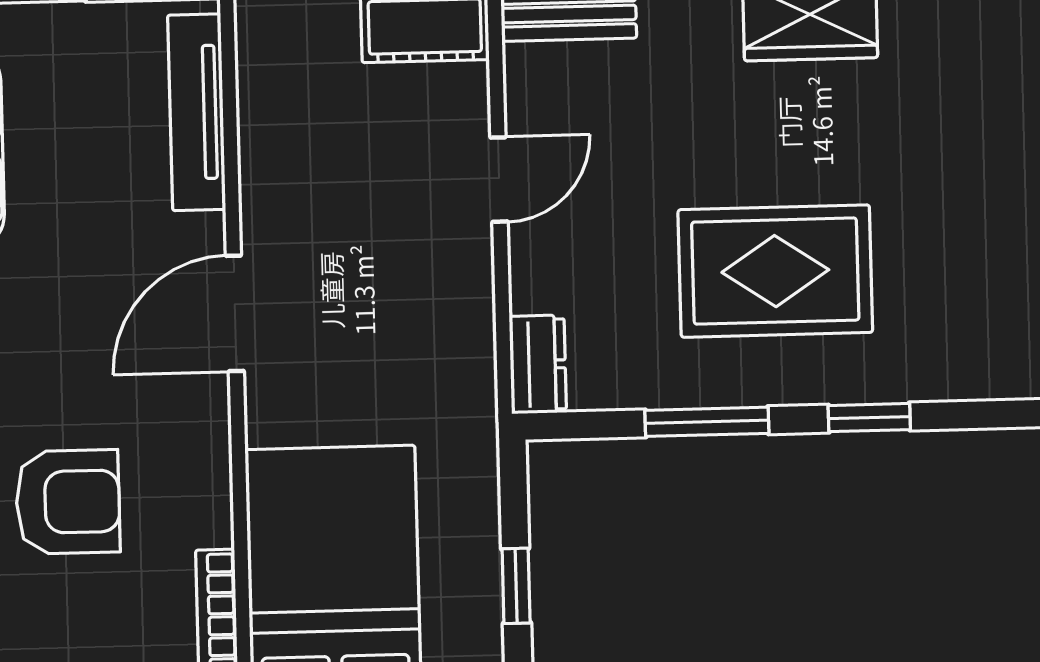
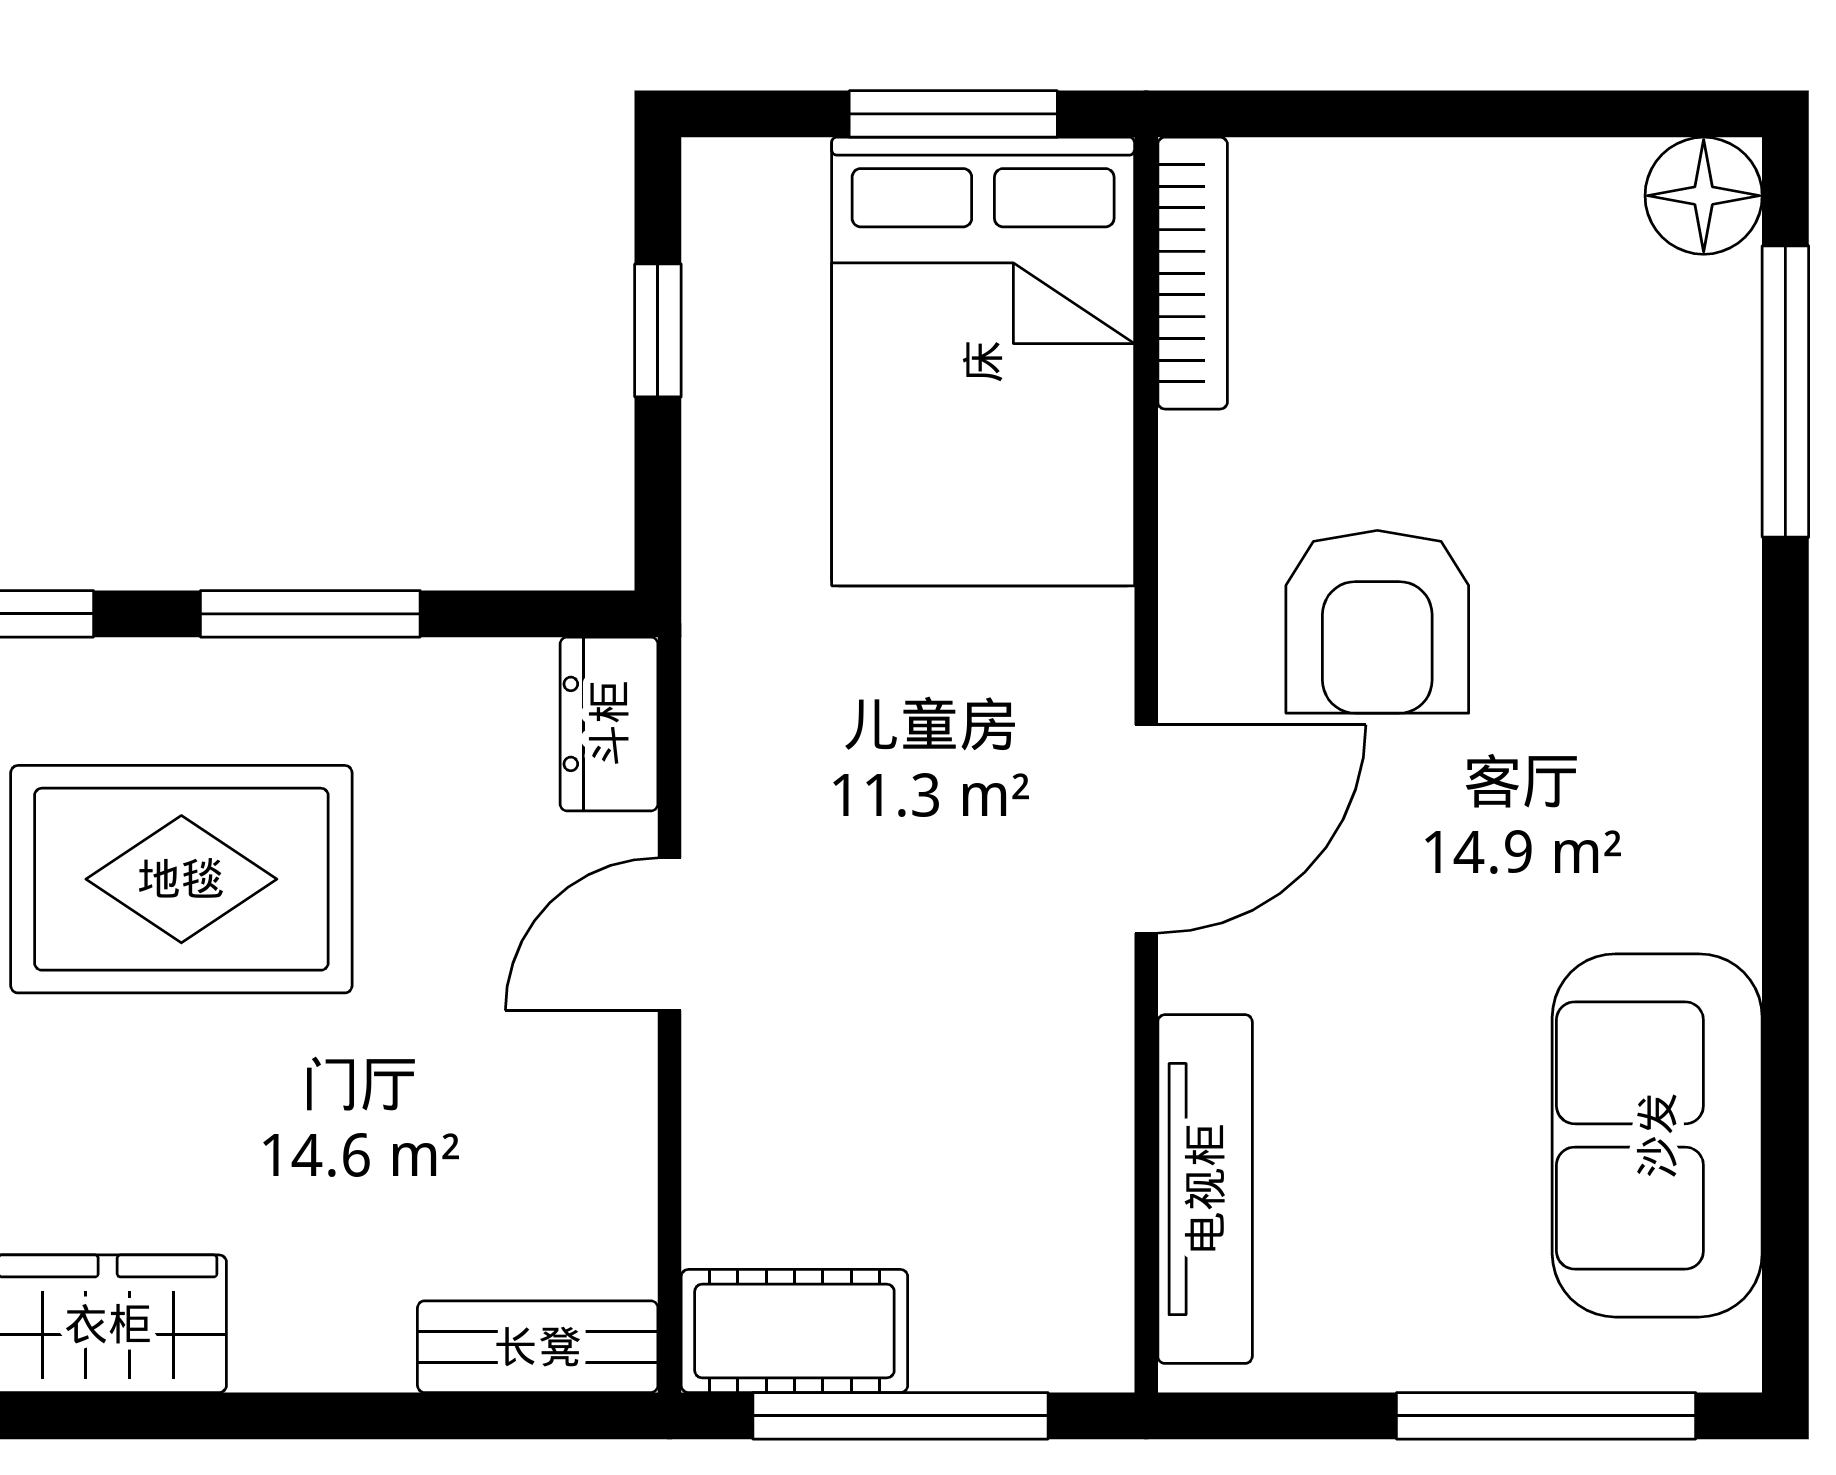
door: (499, 180) -> (670, 934), moved
armchair: (68, 502) -> (1377, 622), moved, turned -90

